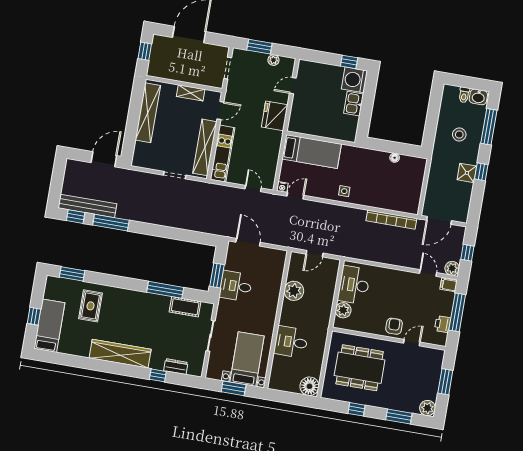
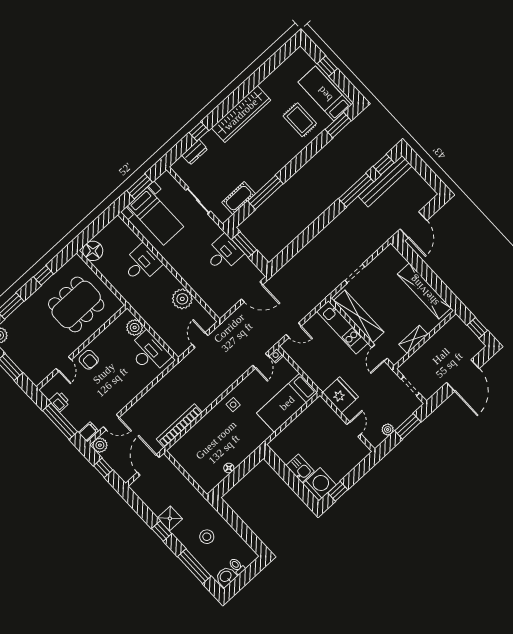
bed: (49, 326) -> (325, 94), moved, turned 180

